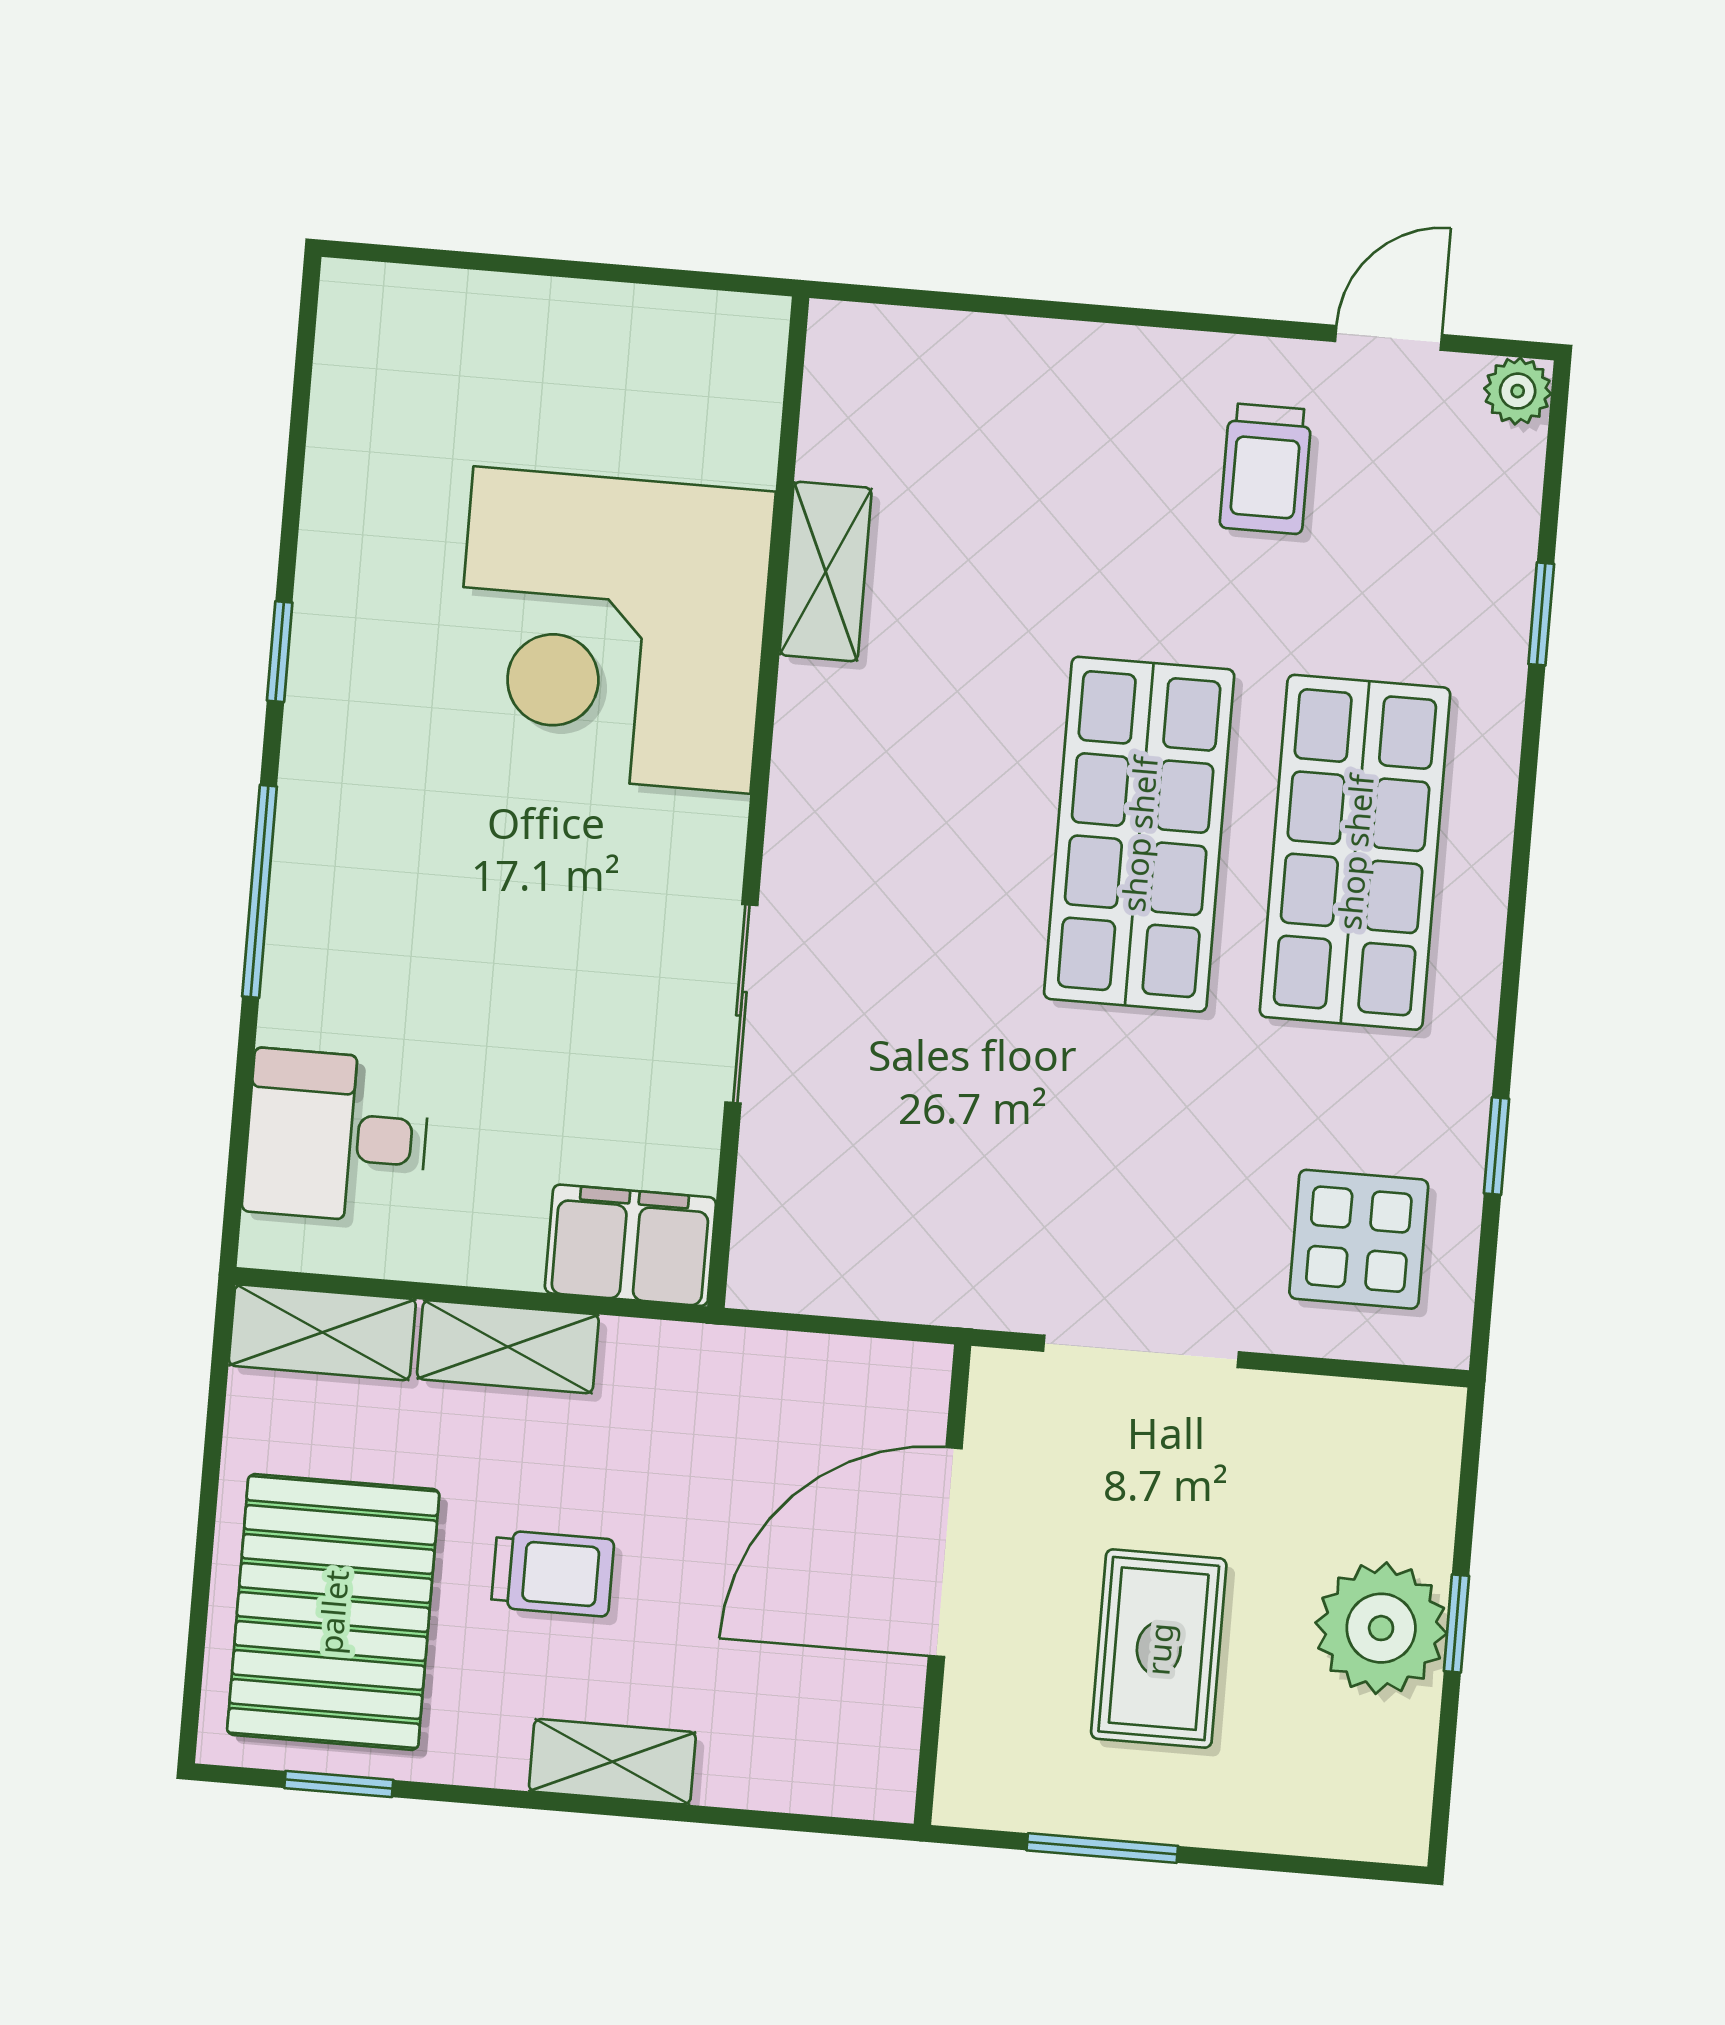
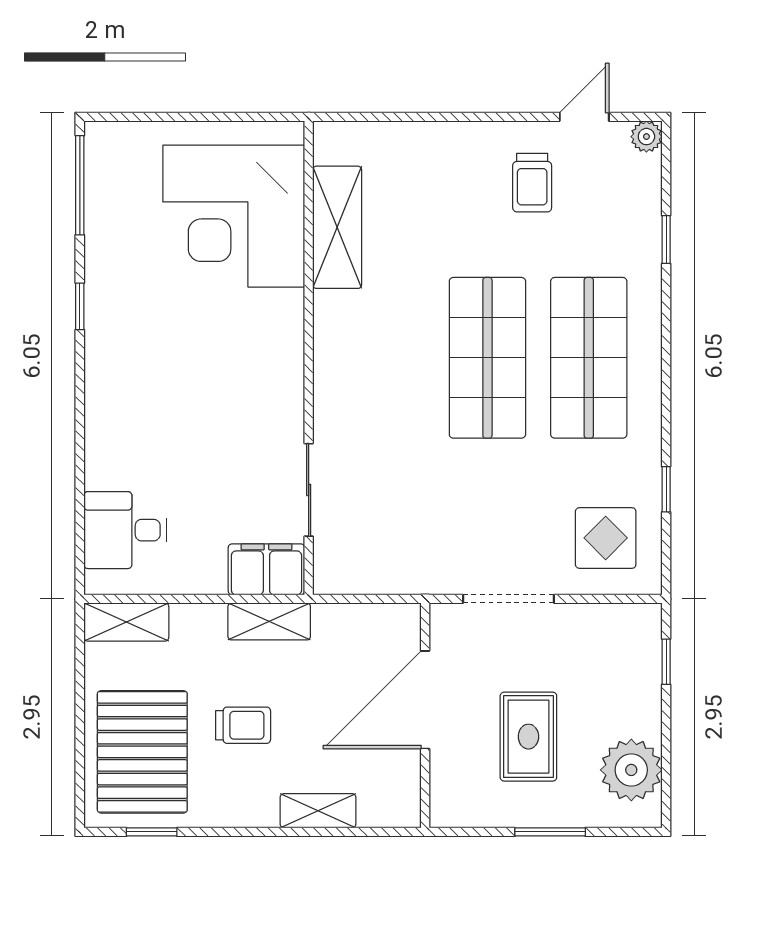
shelving: (826, 571) -> (337, 227), width x1.50, depth x1.33
corner desk: (612, 630) -> (234, 216), moved
window: (260, 891) -> (80, 185), moved
sliding door: (741, 1004) -> (309, 490), moved
shelving: (508, 1347) -> (269, 621), moved
window: (1456, 1623) -> (666, 662), moved
plant: (1381, 1628) -> (631, 770), moved
shelving: (612, 1762) -> (318, 811), moved
window: (1102, 1848) -> (550, 832), moved

